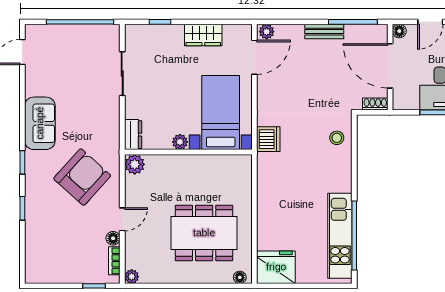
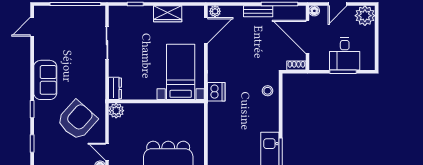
plant: (180, 142) -> (150, 94), removed
door: (122, 219) -> (107, 152), swing flipped

